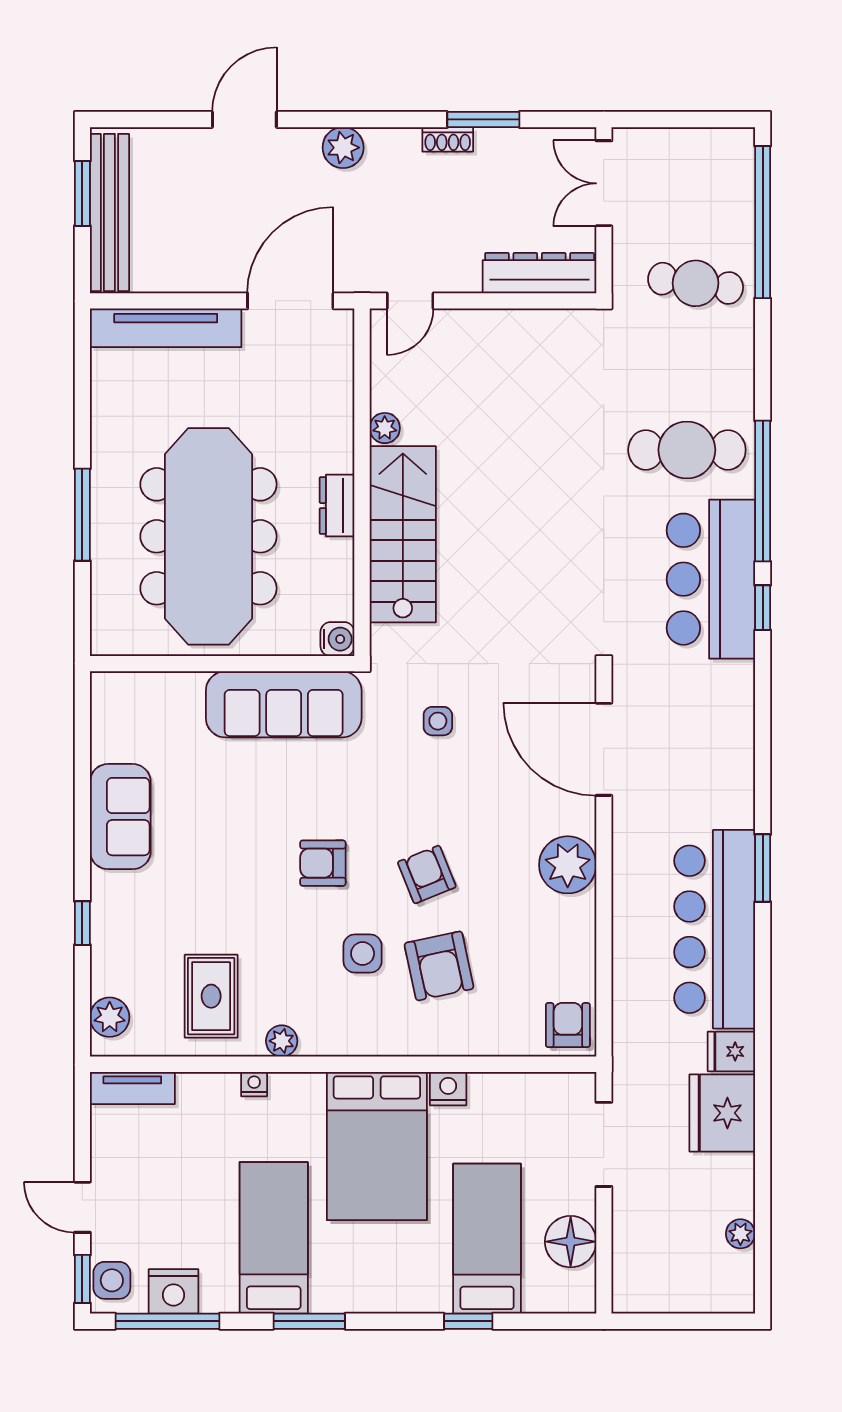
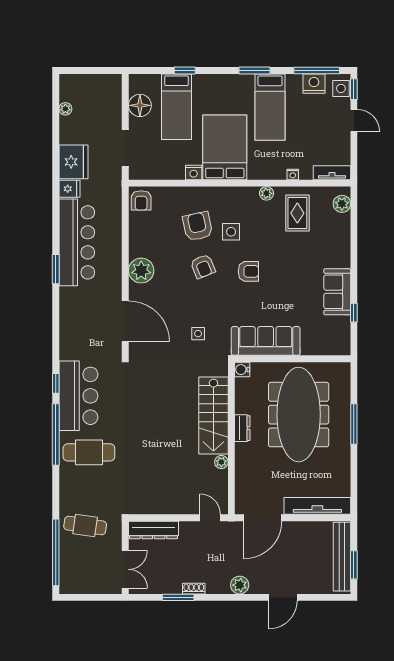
door: (410, 301) -> (210, 518), hinge flipped
window: (82, 923) -> (354, 313), moved
nightstand: (254, 1084) -> (293, 174), moved

